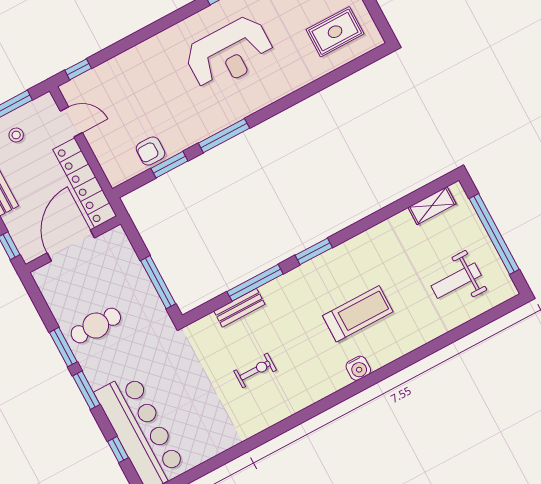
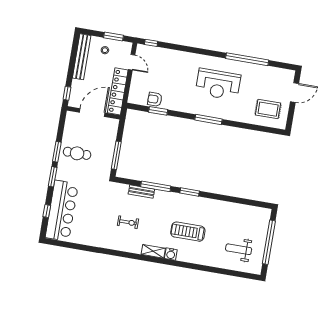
window: (224, 136) -> (208, 119), moved
shelving: (432, 206) -> (153, 251), moved
treadmill: (358, 314) -> (188, 232), turned 180

